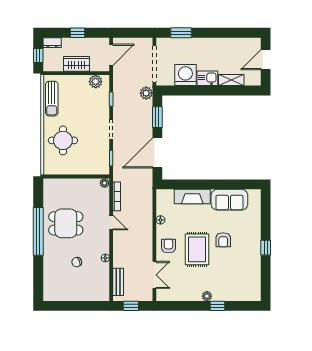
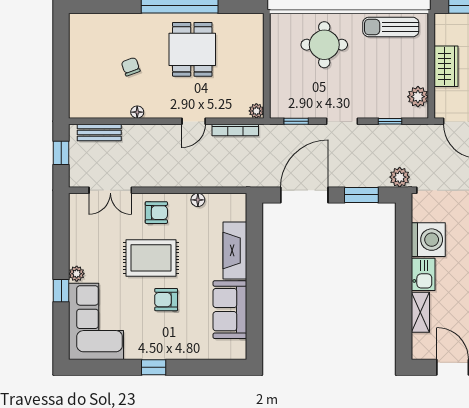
door: (157, 153) -> (304, 195), hinge flipped
corner sofa: (237, 284) -> (96, 321), added

